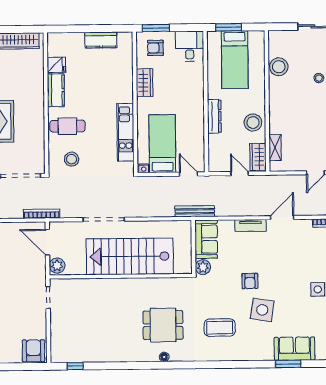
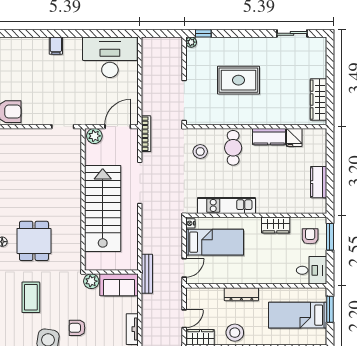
bookcase: (42, 214) -> (146, 134), moved

